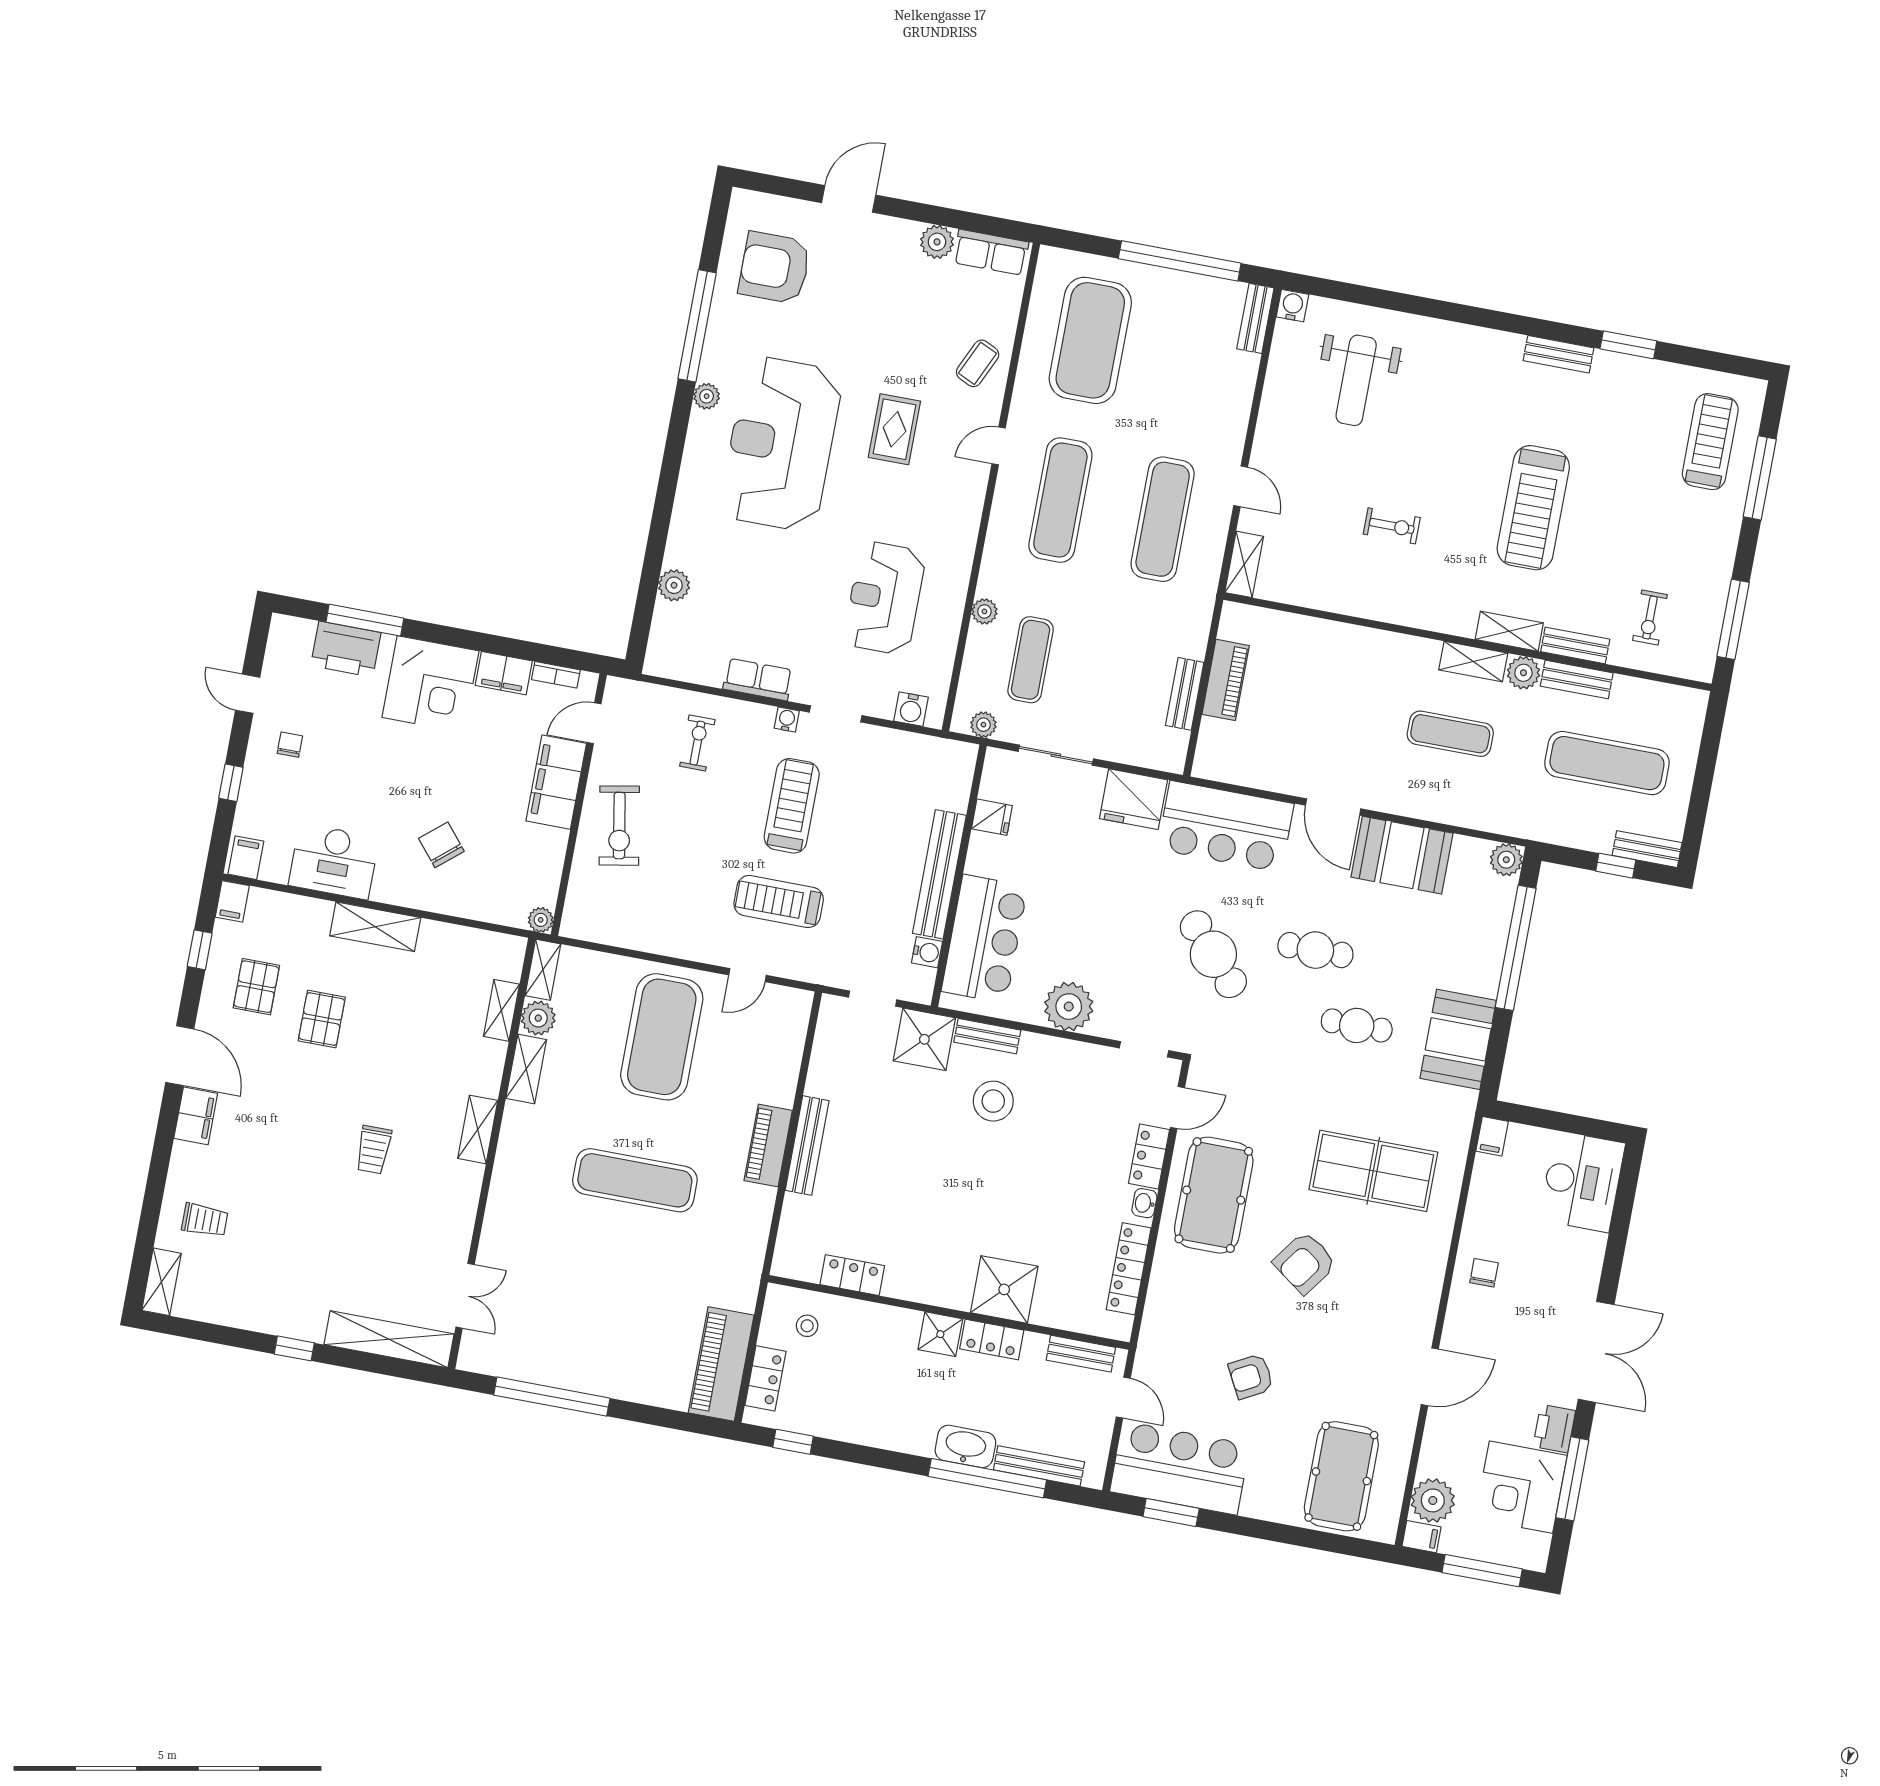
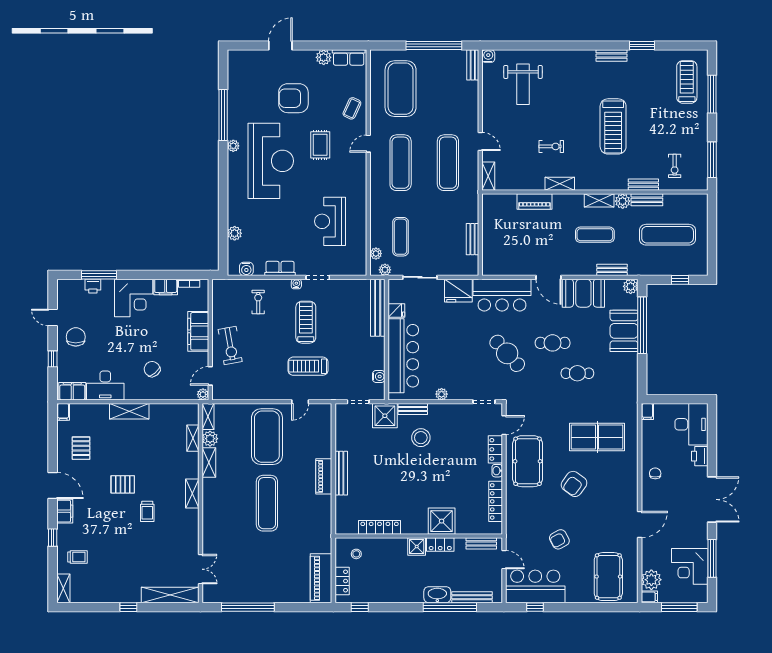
armchair: (775, 268) -> (293, 98), moved
reception desk: (781, 444) -> (271, 161), turned 180
plant: (984, 611) -> (376, 254), moved
shelving: (1509, 631) -> (560, 184), moved
printer: (346, 649) -> (93, 286), width x0.53, depth x0.68
piano: (1226, 680) -> (535, 202), moved, turned 90
water cooler: (911, 709) -> (246, 269), moved
door: (594, 723) -> (210, 376), moved
chair: (290, 745) -> (76, 337), width x1.87, depth x1.87
bench: (1647, 849) -> (612, 270), moved
filing cabinet: (246, 858) -> (72, 391), width x2.00
bench: (939, 874) -> (378, 308), moved
bar counter: (984, 939) -> (403, 356), width x1.36
window: (200, 950) -> (53, 538), moved
plant: (1069, 1007) -> (442, 394), width x0.53, depth x0.53
pallet: (322, 1019) -> (123, 484), moved, turned 90
booth: (1458, 1039) -> (624, 331), moved
exercise mat: (635, 1180) -> (267, 503), turned 90
locker: (852, 1275) -> (380, 527), width x1.53
printer: (1554, 1429) -> (700, 456), moved
window: (1171, 1513) -> (535, 607), width x0.67

